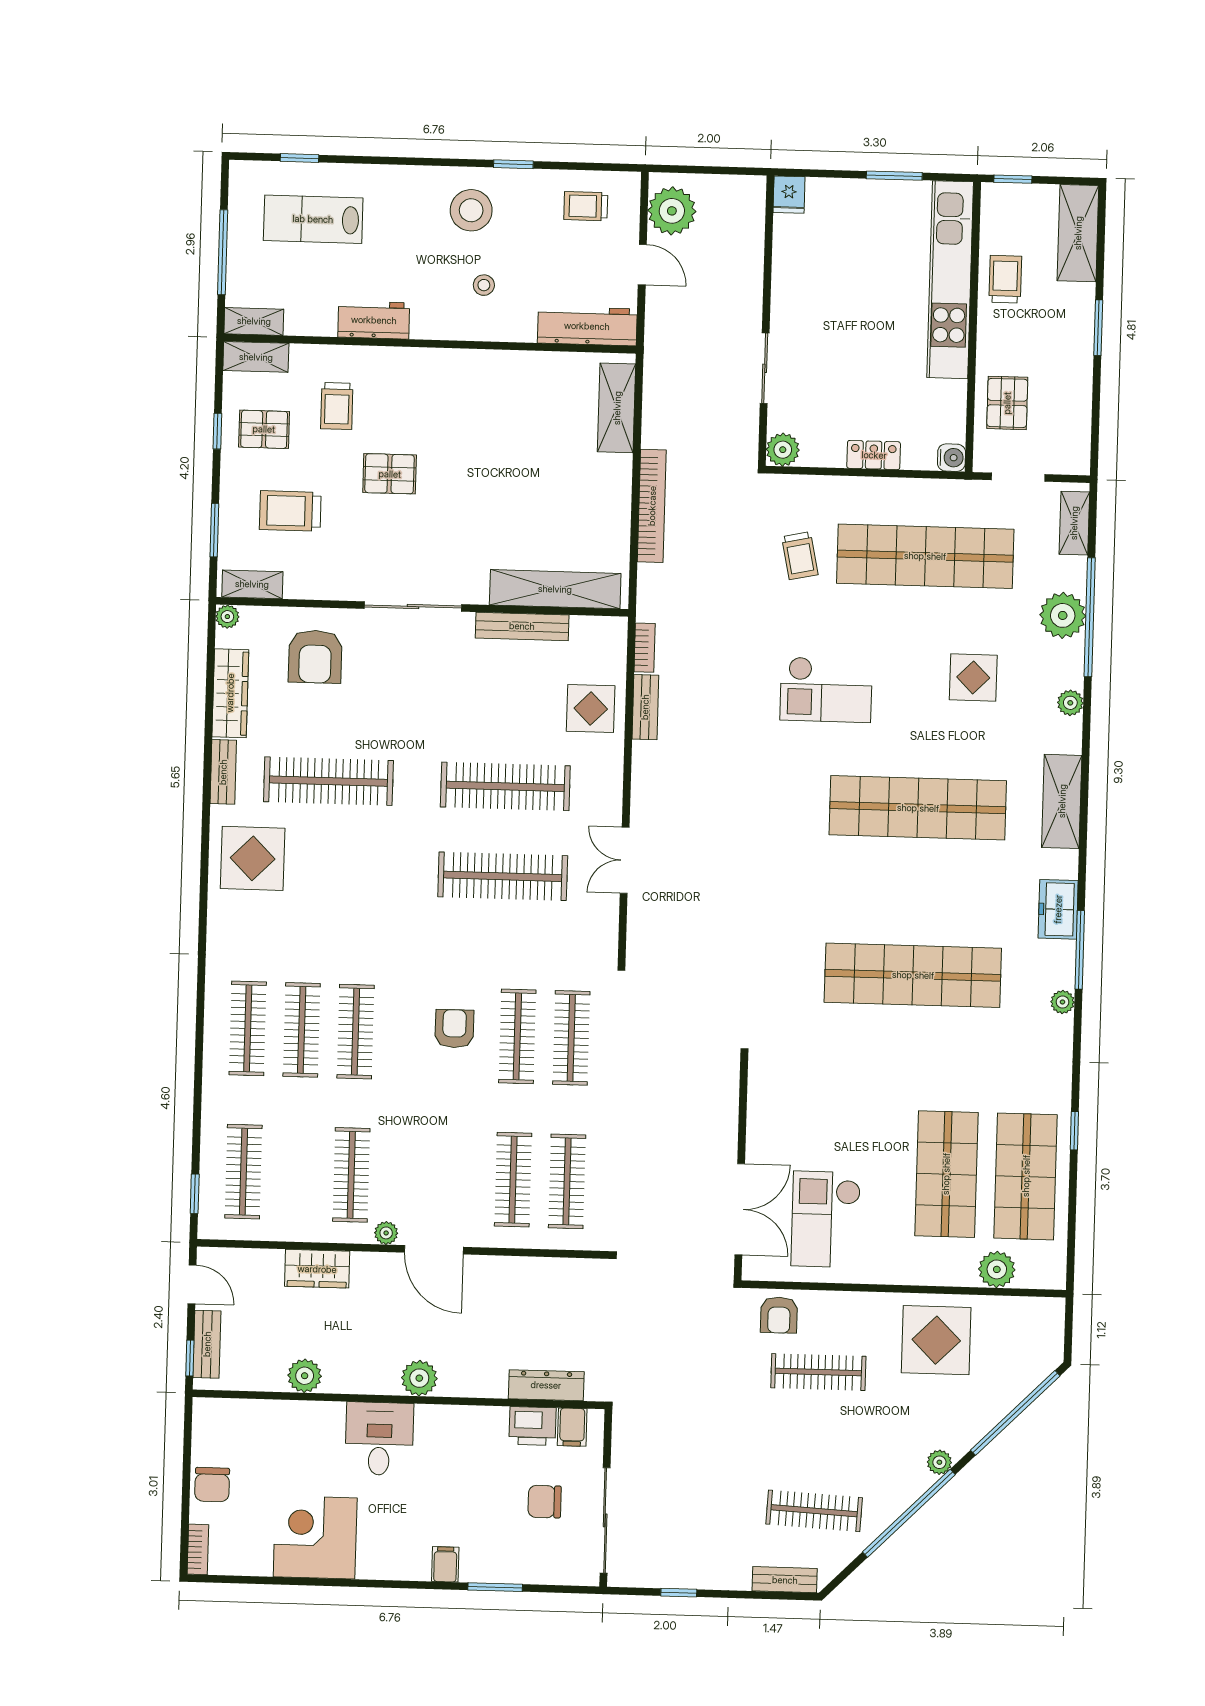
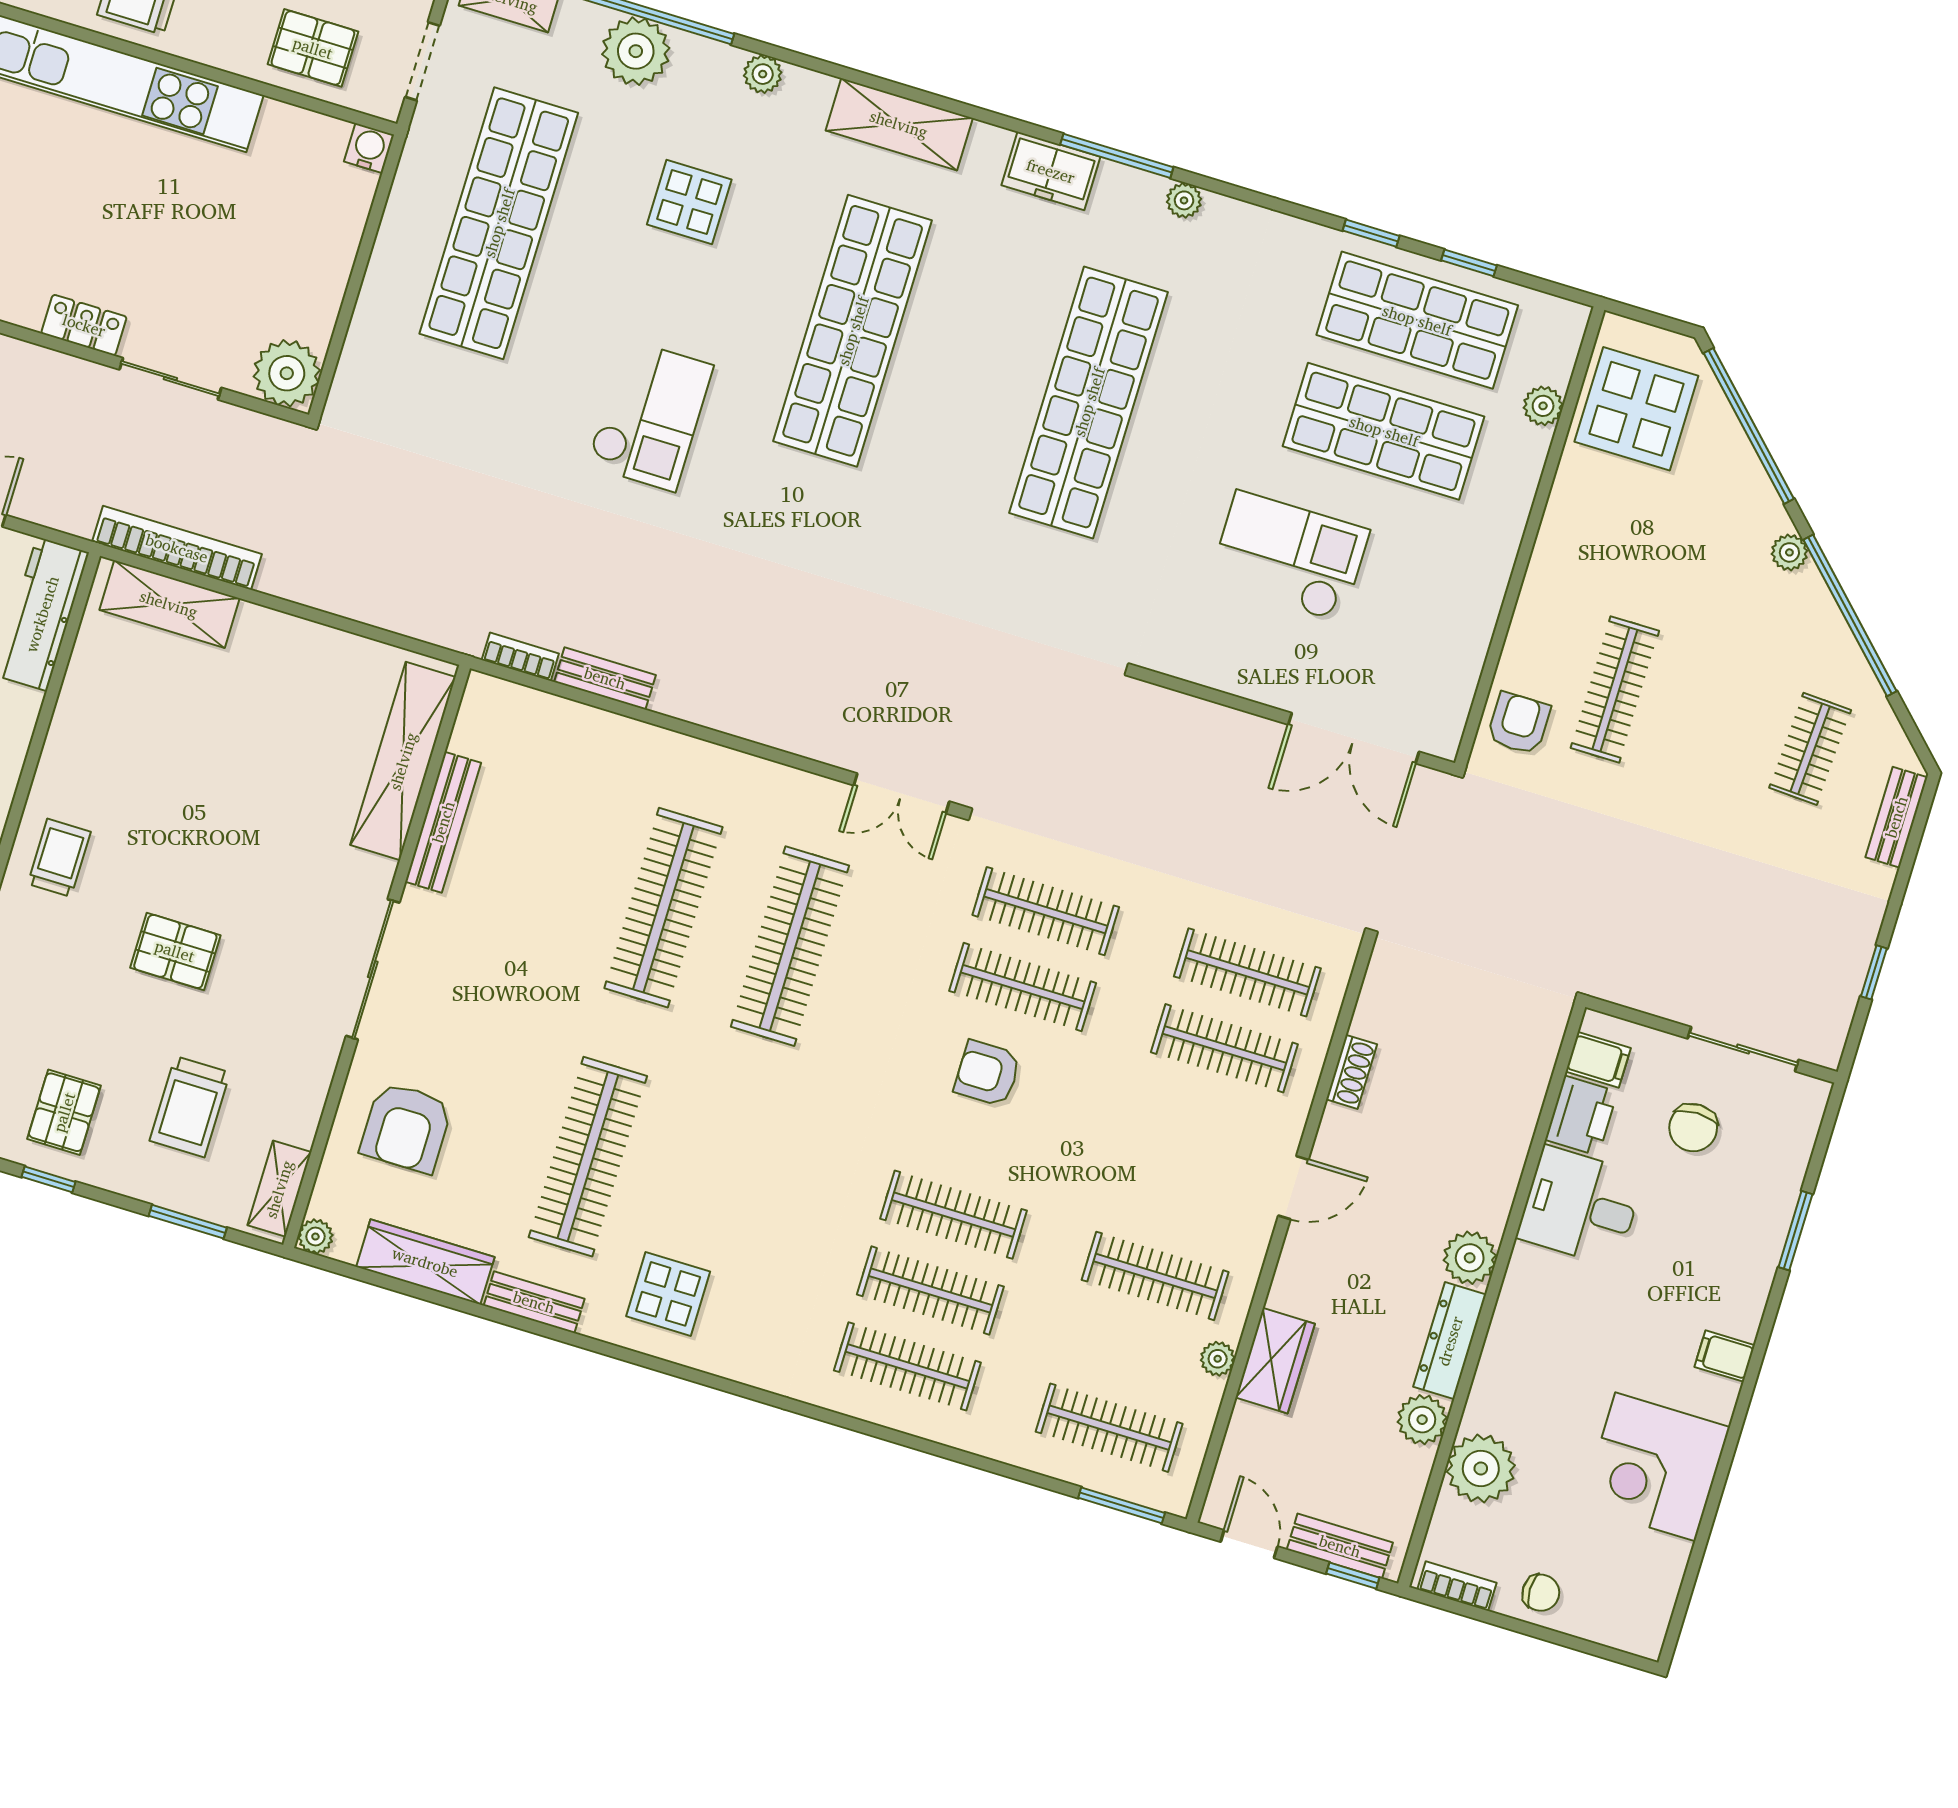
trolley: (337, 406) -> (59, 858), moved, turned -90
plant: (783, 450) -> (287, 373), width x1.36, depth x1.36
locker: (874, 455) -> (84, 325), moved, turned 90
pallet: (390, 474) -> (175, 951), turned 90
bookcase: (652, 506) -> (177, 548), moved
trolley: (800, 556) -> (450, 401), removed
armchair: (315, 657) -> (406, 1128), turned 90
display table: (591, 709) -> (586, 757), removed
display table: (253, 858) -> (668, 1294), width x0.73, depth x0.73
double door: (625, 860) -> (902, 793), moved
window: (195, 1194) -> (1122, 1505), width x1.50
window: (1072, 1200) -> (1469, 263), added
double door: (740, 1209) -> (1354, 738), swing flipped
checkout: (826, 1219) -> (1289, 556), moved, turned 180
plant: (386, 1233) -> (1218, 1359), moved
door: (434, 1250) -> (1293, 1188), width x0.73
shoe rack: (520, 1267) -> (1351, 1072), added
plant: (997, 1269) -> (1543, 406), width x0.73, depth x0.73
door: (192, 1284) -> (1249, 1544), hinge flipped
armchair: (779, 1315) -> (1519, 723), turned -90
display table: (936, 1340) -> (1636, 409), moved
dresser: (546, 1385) -> (1450, 1341), moved
plant: (283, 1423) -> (1481, 1468), added
desk: (379, 1439) -> (1580, 1206), moved
chair: (212, 1485) -> (1541, 1593), width x0.73, depth x0.73
clothes rail: (814, 1511) -> (1810, 749), width x0.73
sliding door: (605, 1520) -> (1743, 1049), width x0.73
bookcase: (198, 1549) -> (1457, 1586), moved
filing cabinet: (445, 1564) -> (1725, 1356), moved

